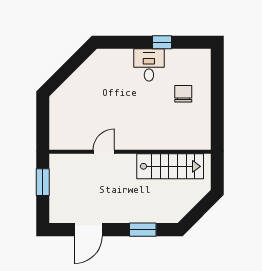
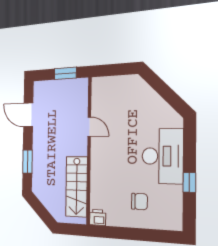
desk: (149, 65) -> (162, 156), width x1.87, depth x1.30
printer: (203, 141) -> (98, 217), added

